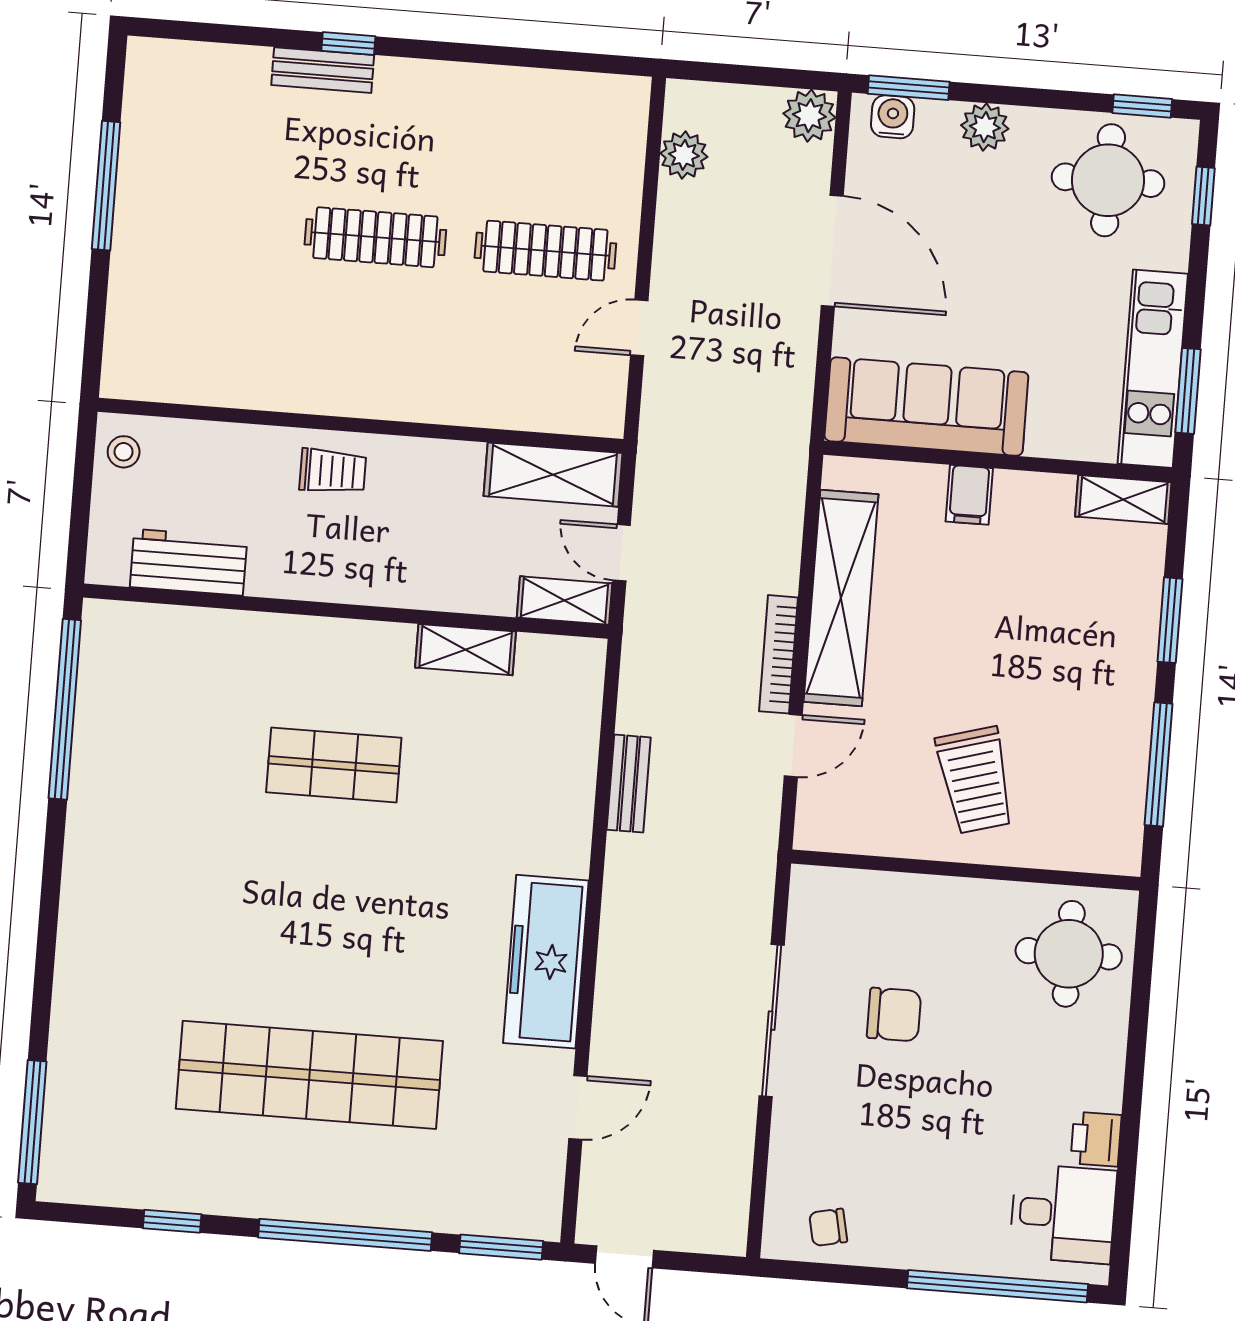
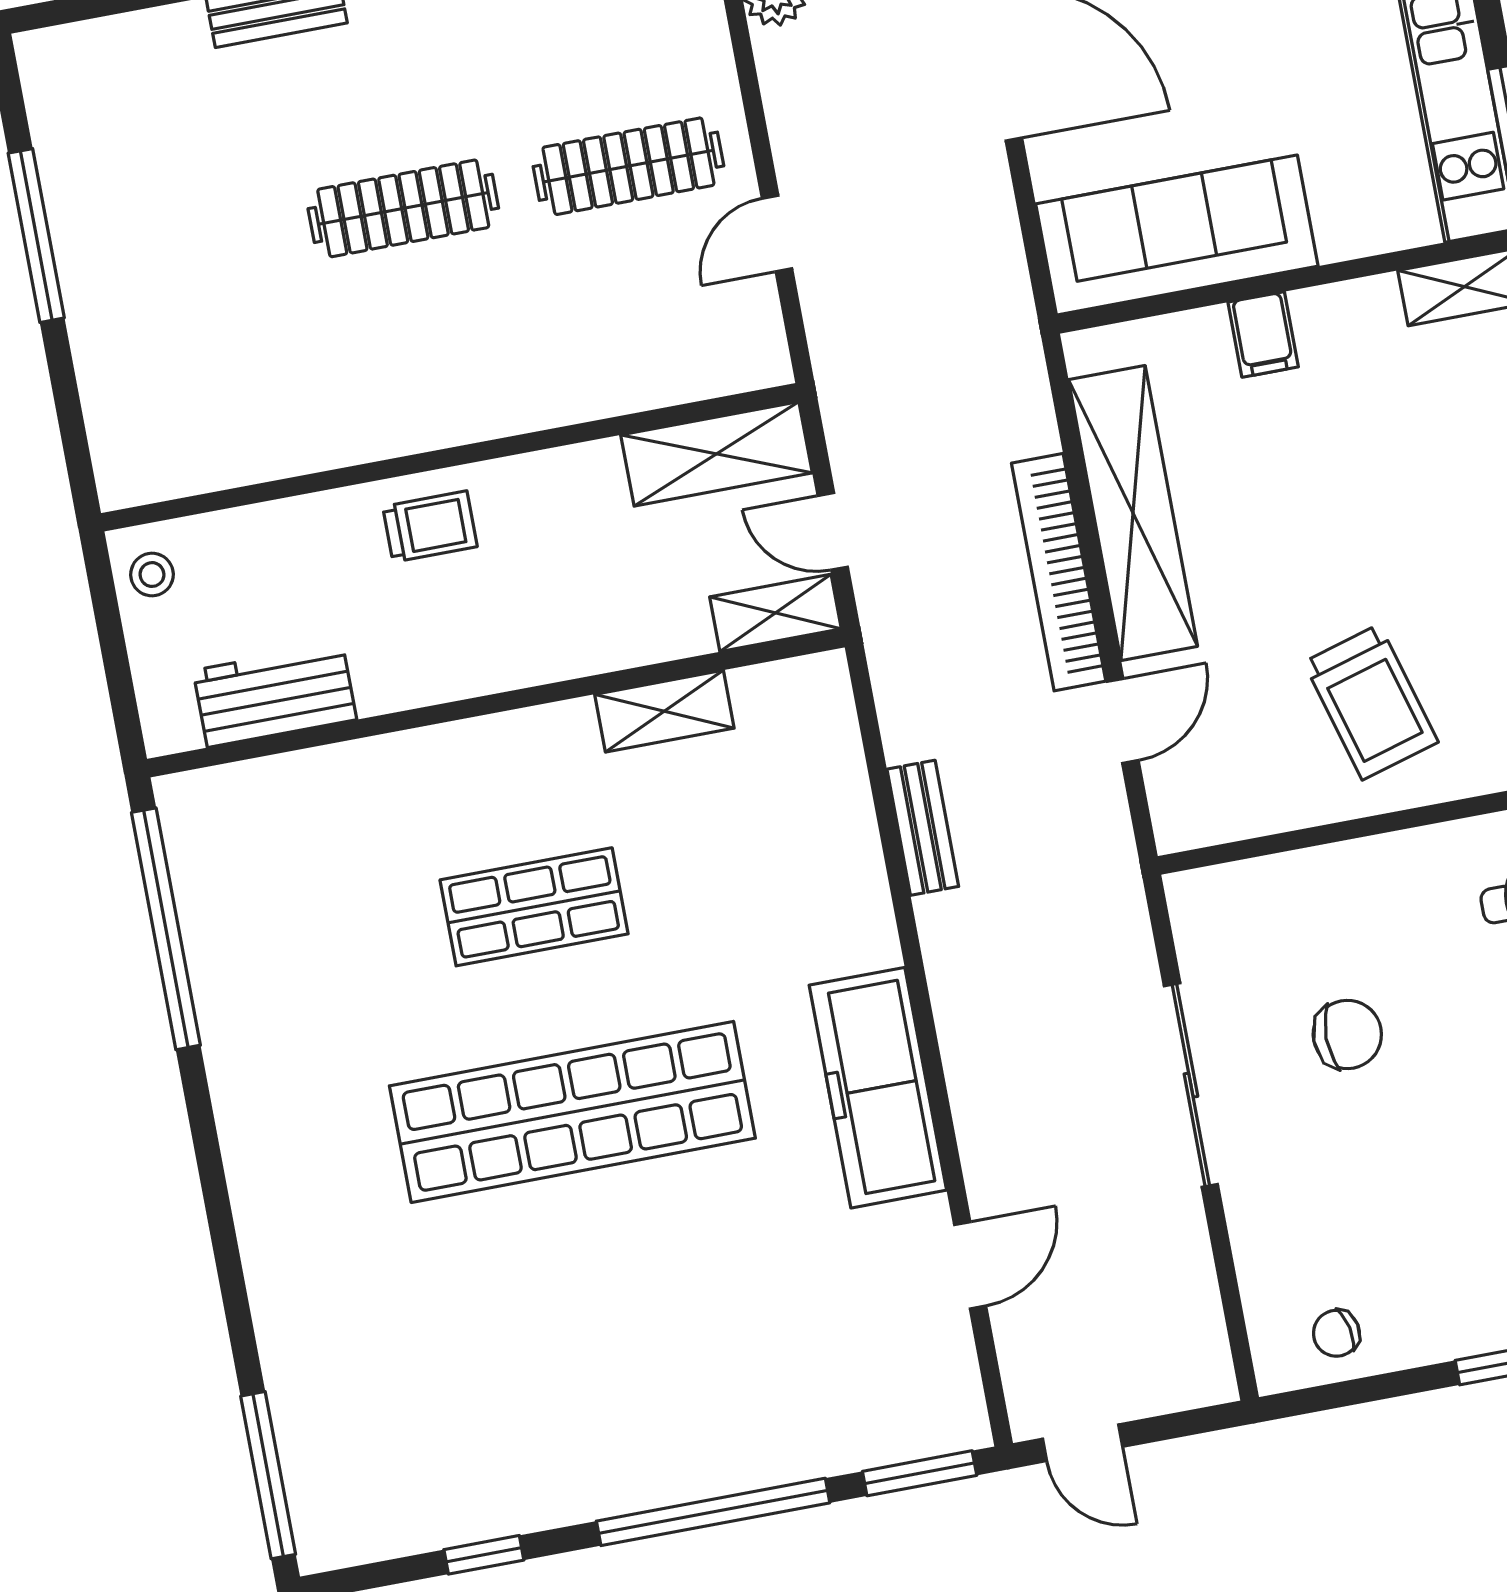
bookcase: (778, 654) -> (1059, 572), width x1.48, depth x1.31
shop shelf: (309, 1075) -> (572, 1112), moved

